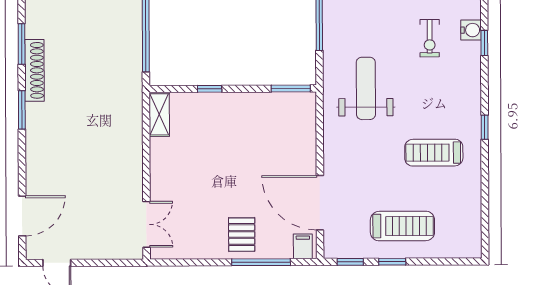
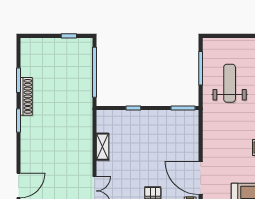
weight bench: (366, 88) -> (230, 83), moved
shelving: (159, 114) -> (103, 147), moved

